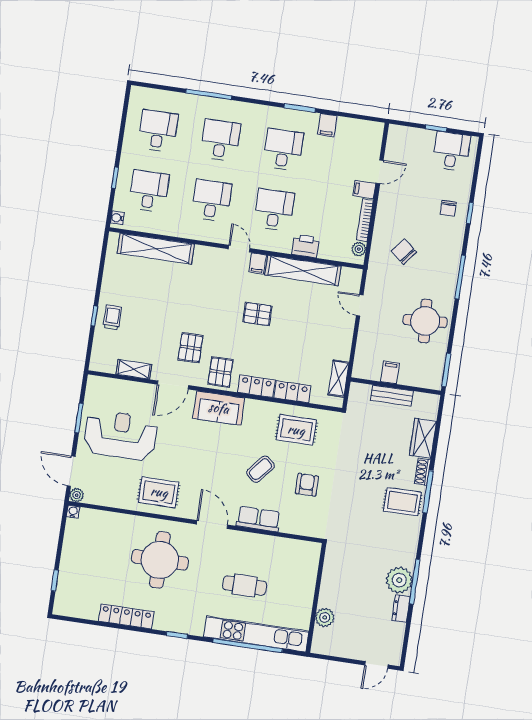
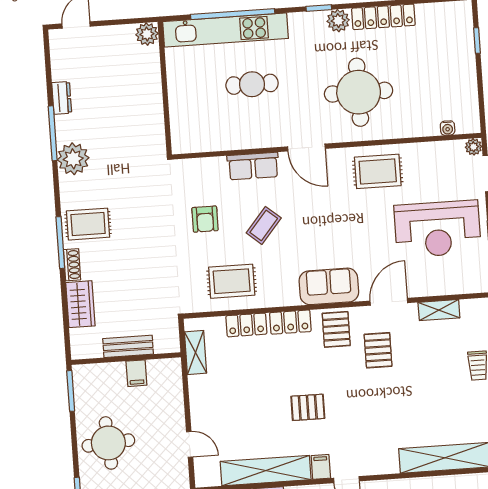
water cooler: (73, 512) -> (448, 128), moved
plant: (399, 580) -> (73, 159), moved
plant: (325, 617) -> (147, 34), moved
plant: (164, 621) -> (338, 21), added

